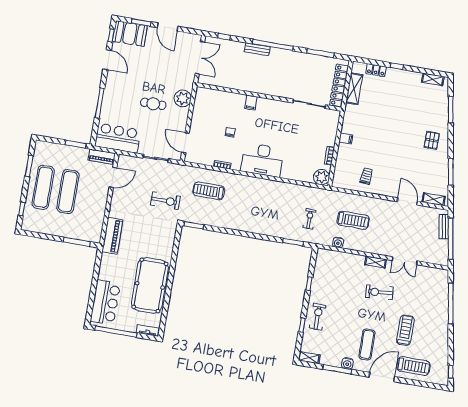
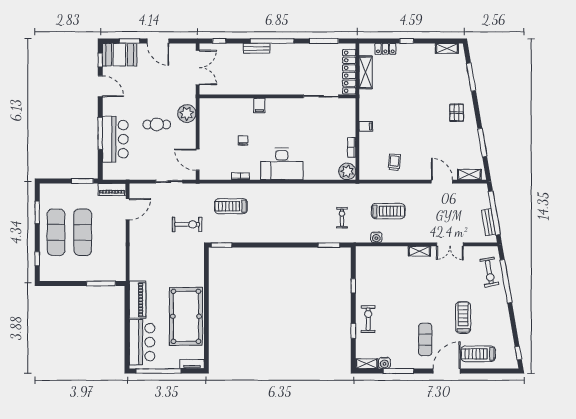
bar counter: (118, 138) -> (115, 139), moved, turned 90
bench: (444, 227) -> (488, 222), moved
piano: (112, 236) -> (138, 300), moved
exercise bike: (379, 292) -> (489, 272), moved, turned -95
water cooler: (347, 363) -> (384, 363), moved
treadmill: (413, 366) -> (478, 354), turned 180

